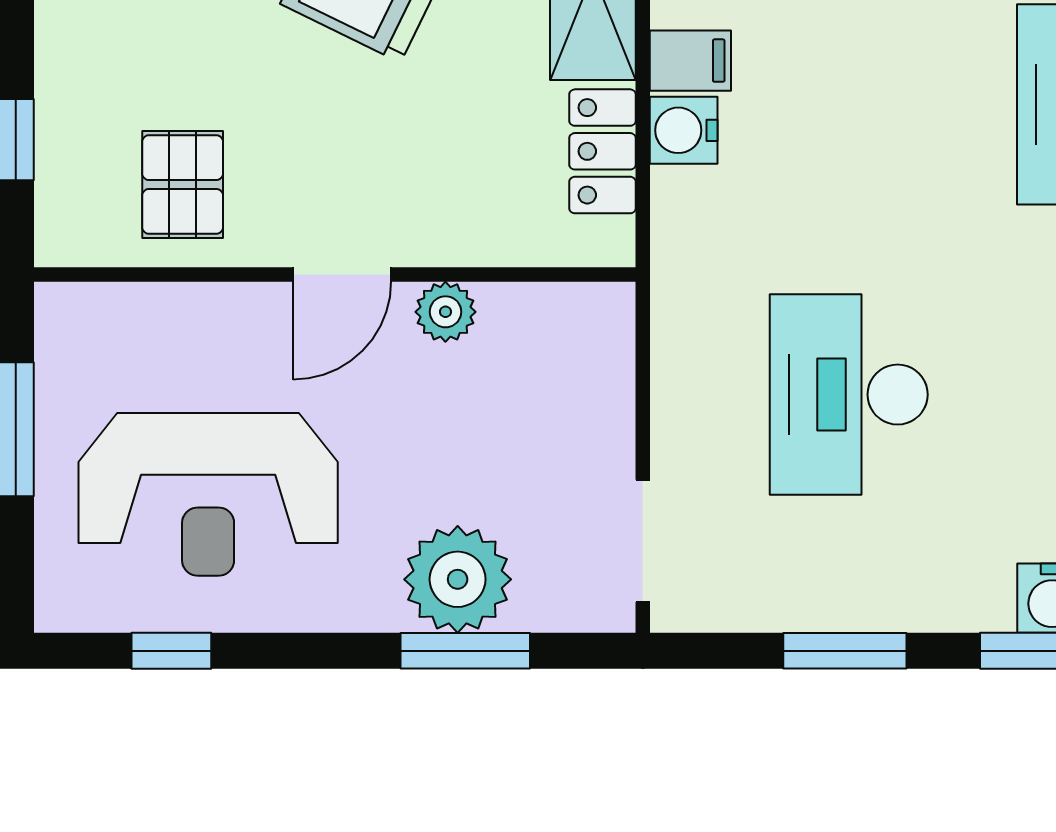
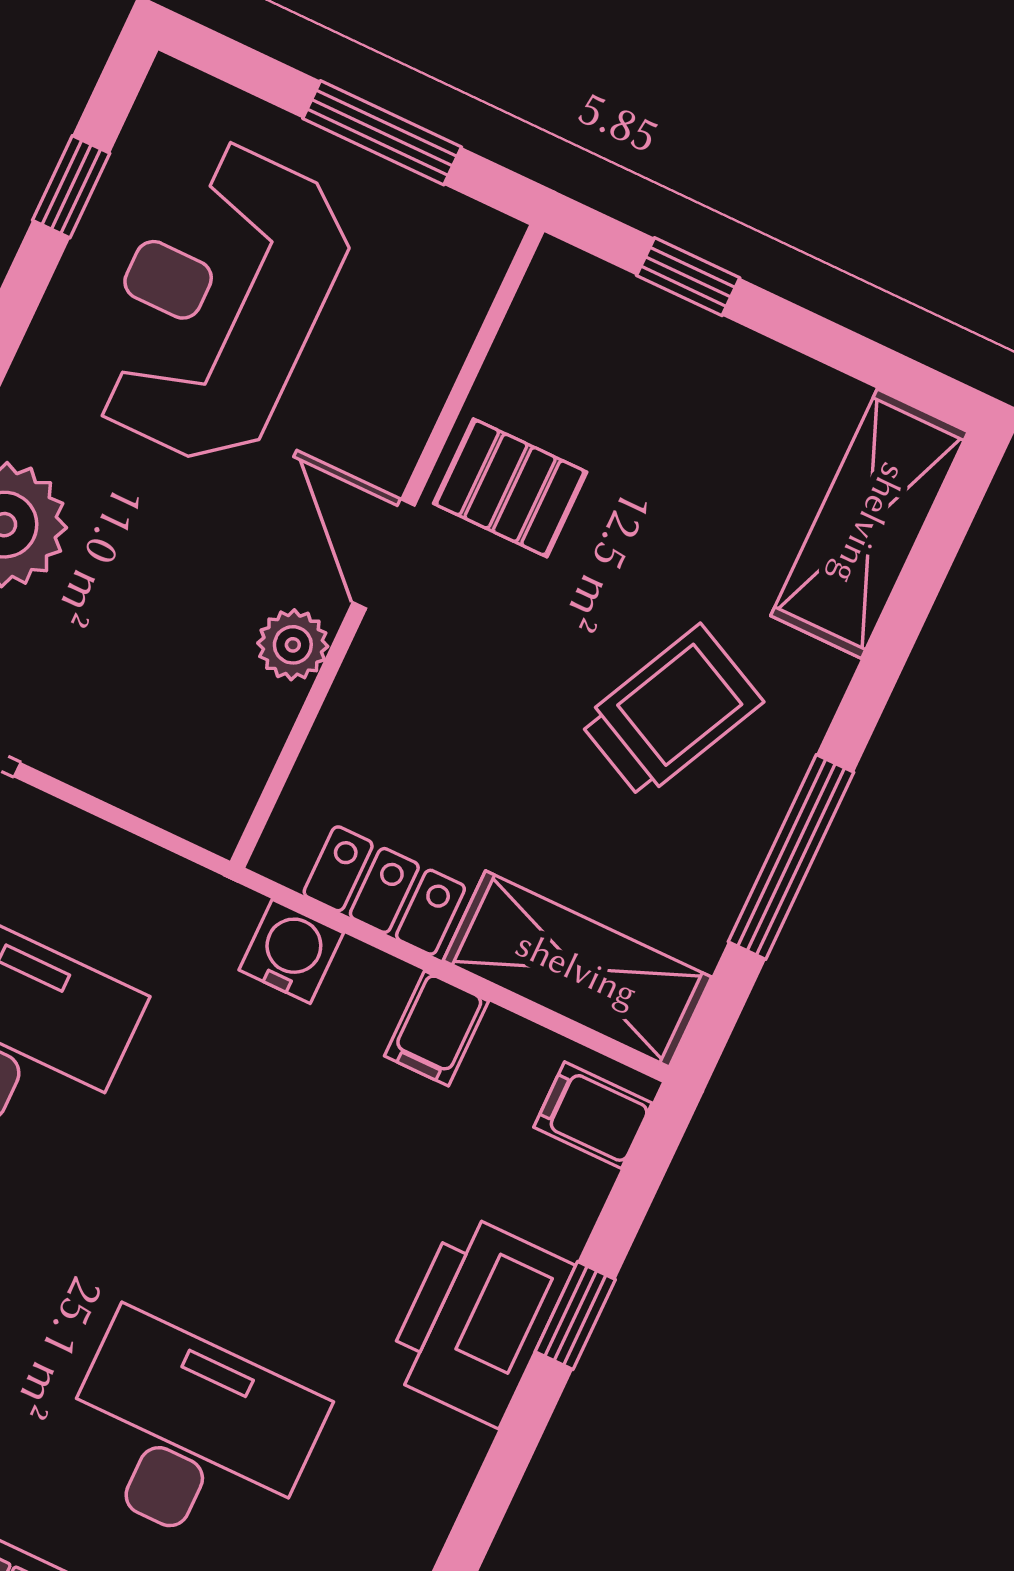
water cooler: (684, 130) -> (291, 951), moved
pallet: (183, 185) -> (510, 488), moved

